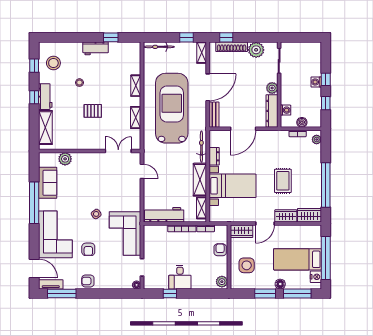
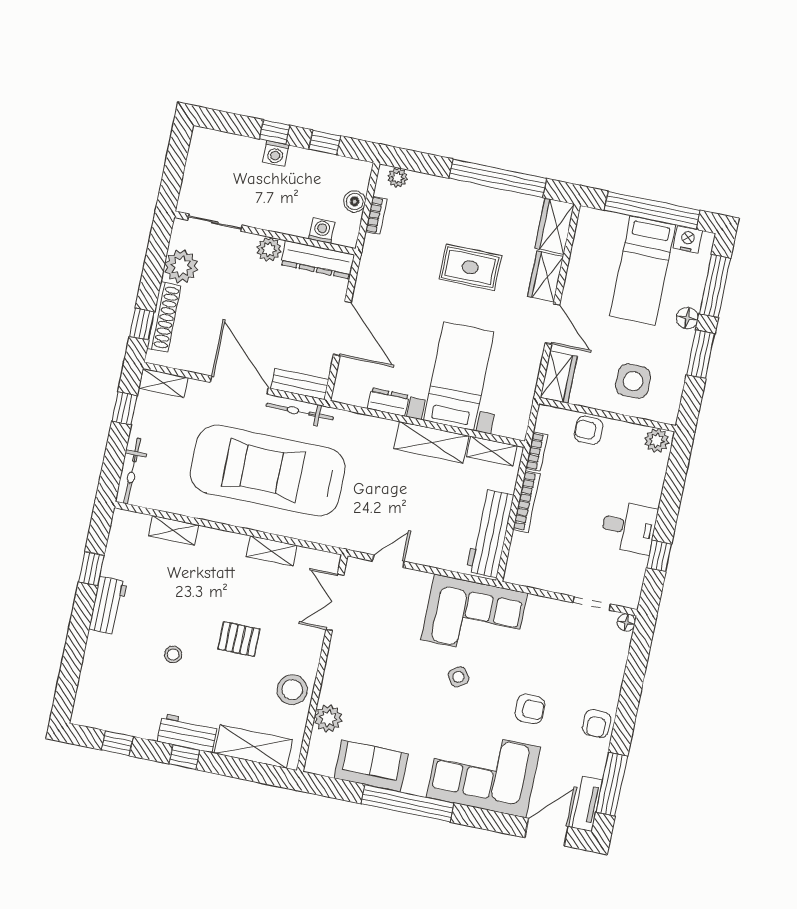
stool: (53, 63) -> (292, 690), moved
shelving: (136, 86) -> (174, 530), moved
pallet: (93, 111) -> (239, 639), turned 90
bicycle: (201, 147) -> (300, 412), moved
corner sofa: (125, 233) -> (474, 616), moved

